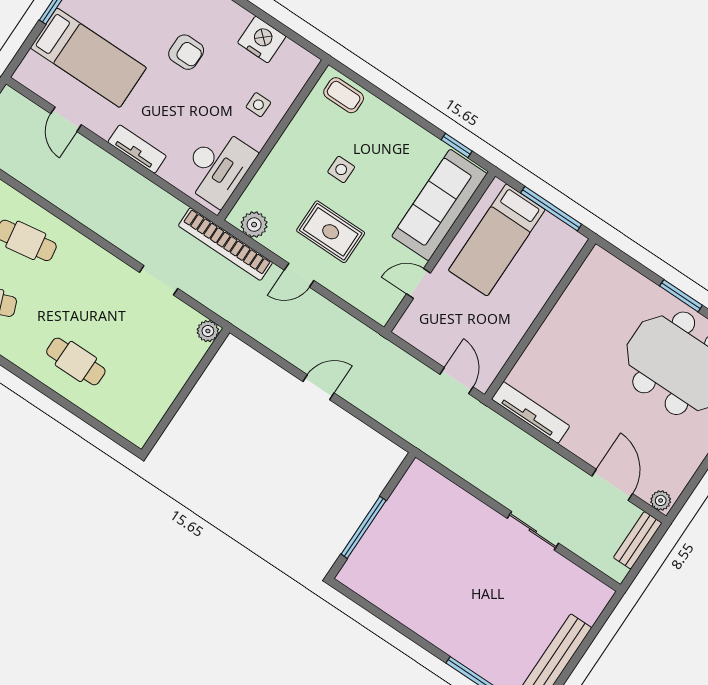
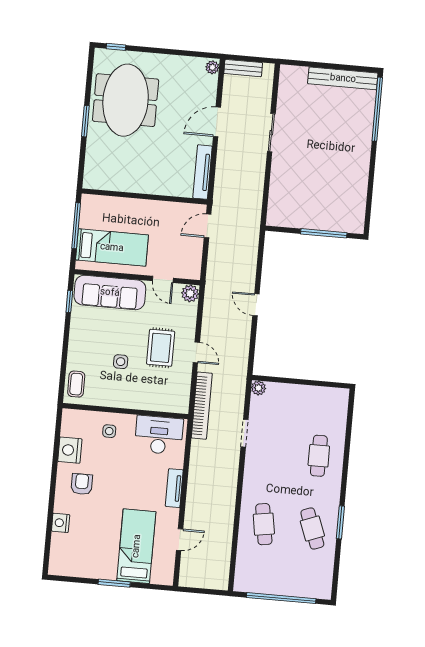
armchair: (186, 52) -> (82, 484), moved
plant: (254, 225) -> (190, 293), moved
door: (612, 485) -> (217, 122), moved

